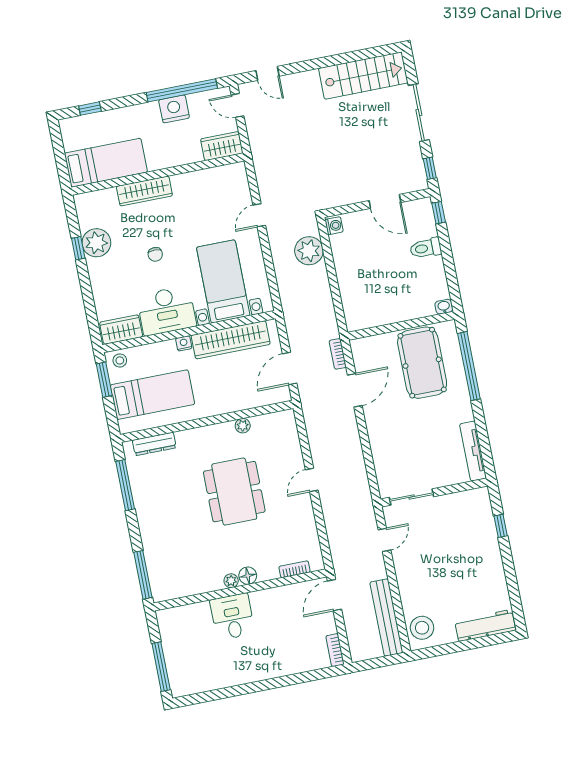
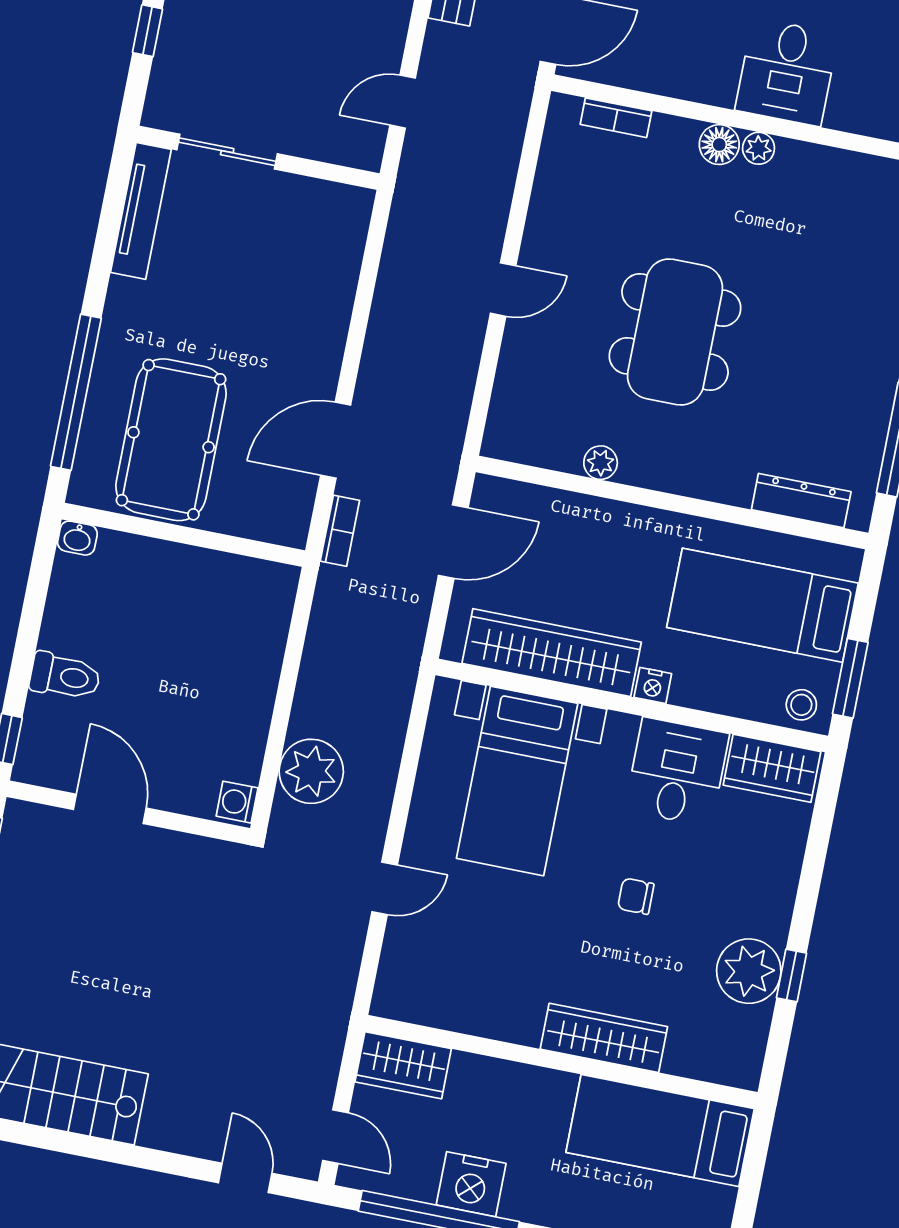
chair: (155, 254) -> (636, 896), turned -90
desk: (167, 311) -> (677, 772), width x0.73
sliding door: (412, 497) -> (227, 152), moved

